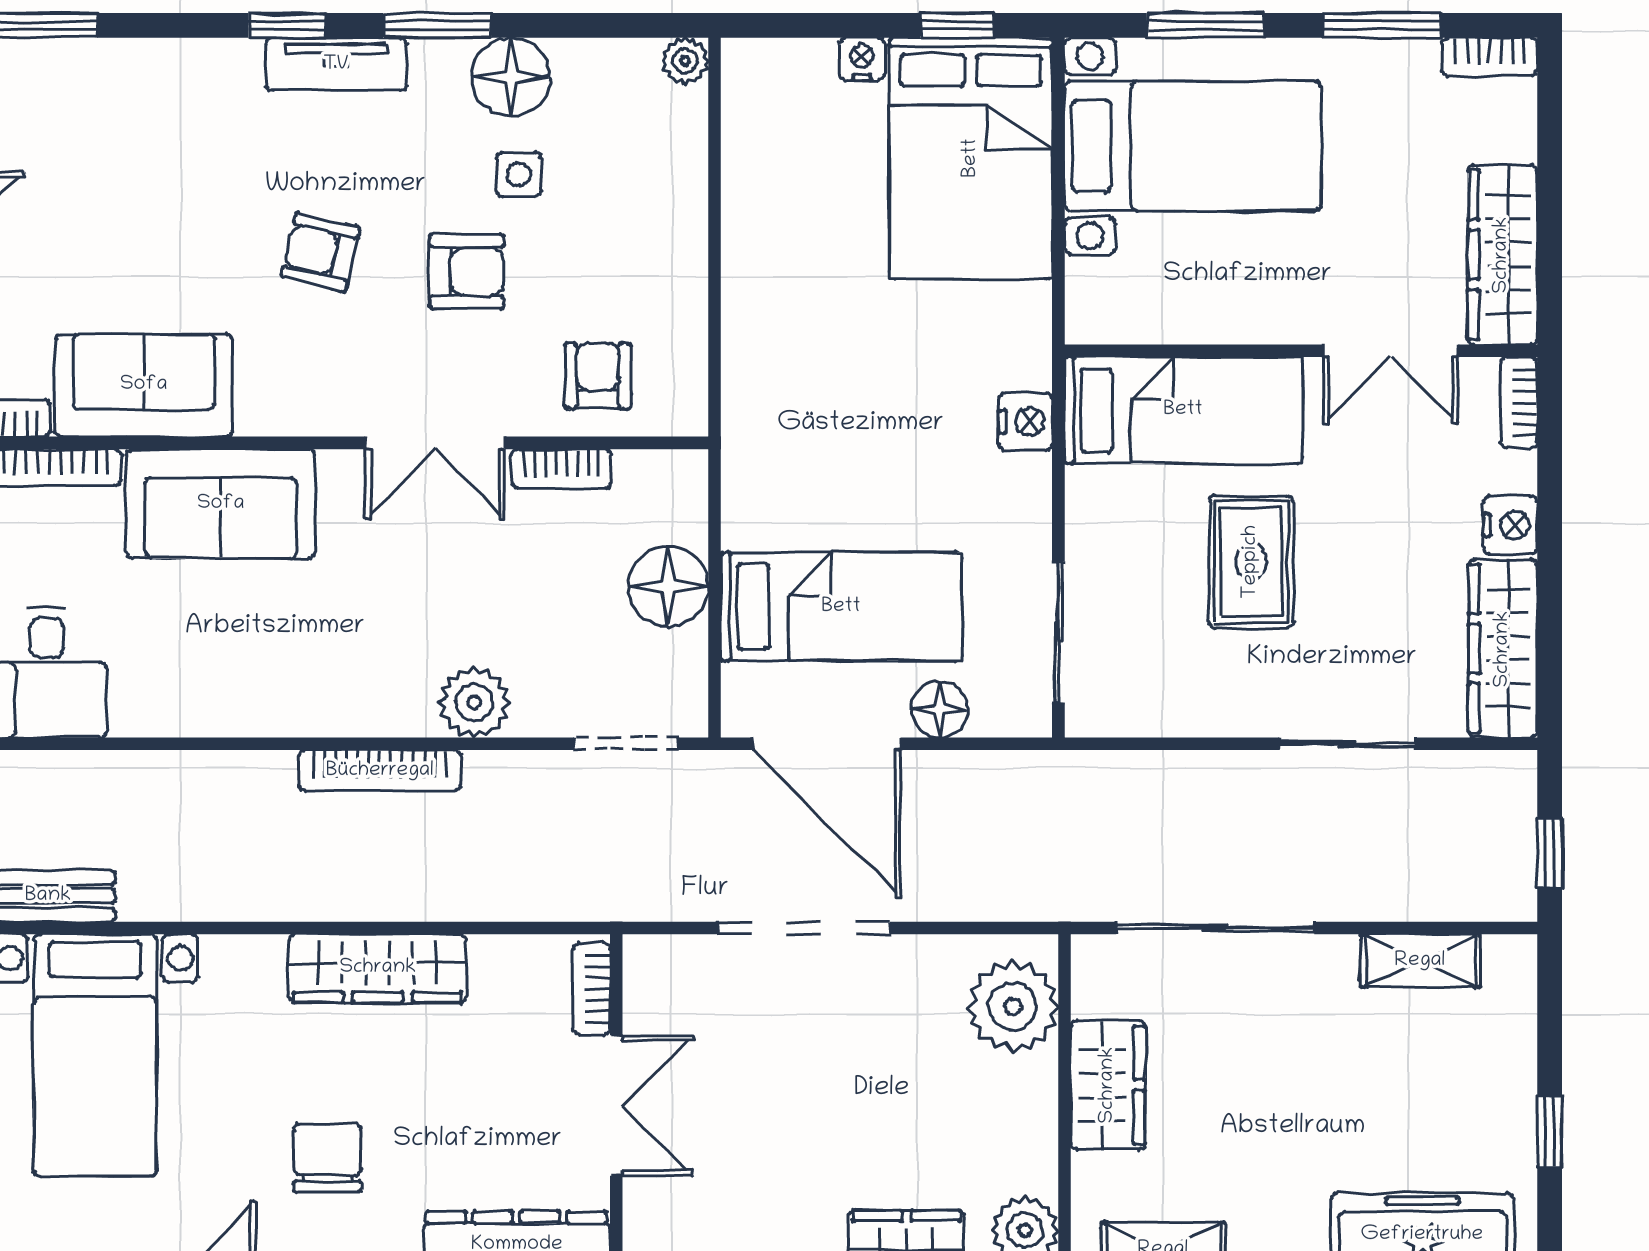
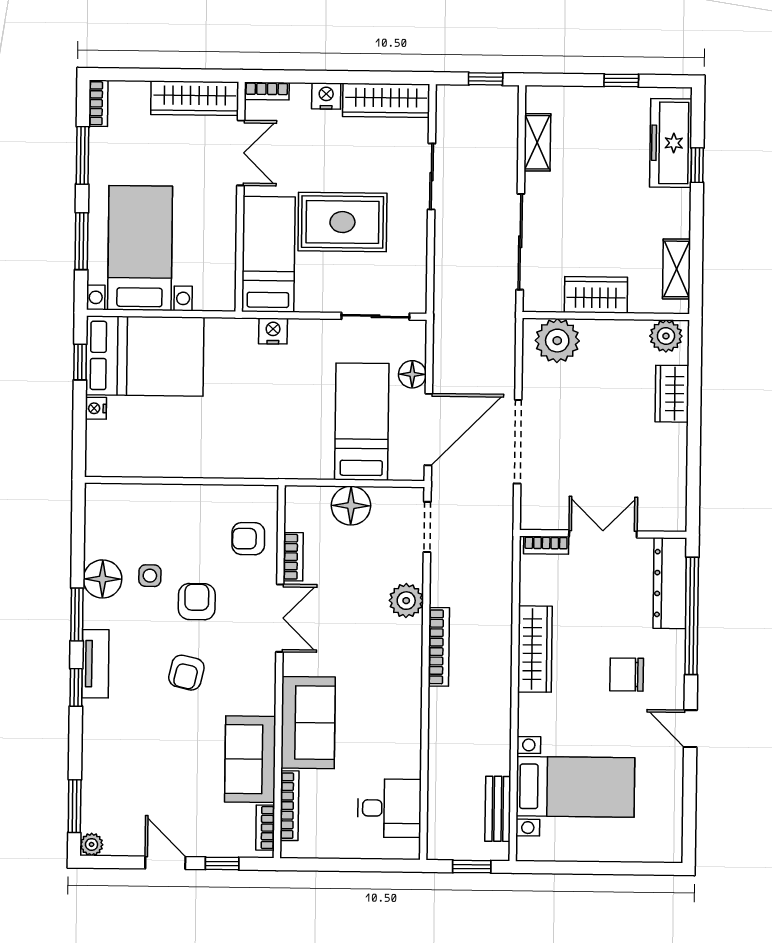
plant: (685, 61) -> (96, 494), removed
rug: (1251, 562) -> (342, 222), width x1.36, depth x1.43

